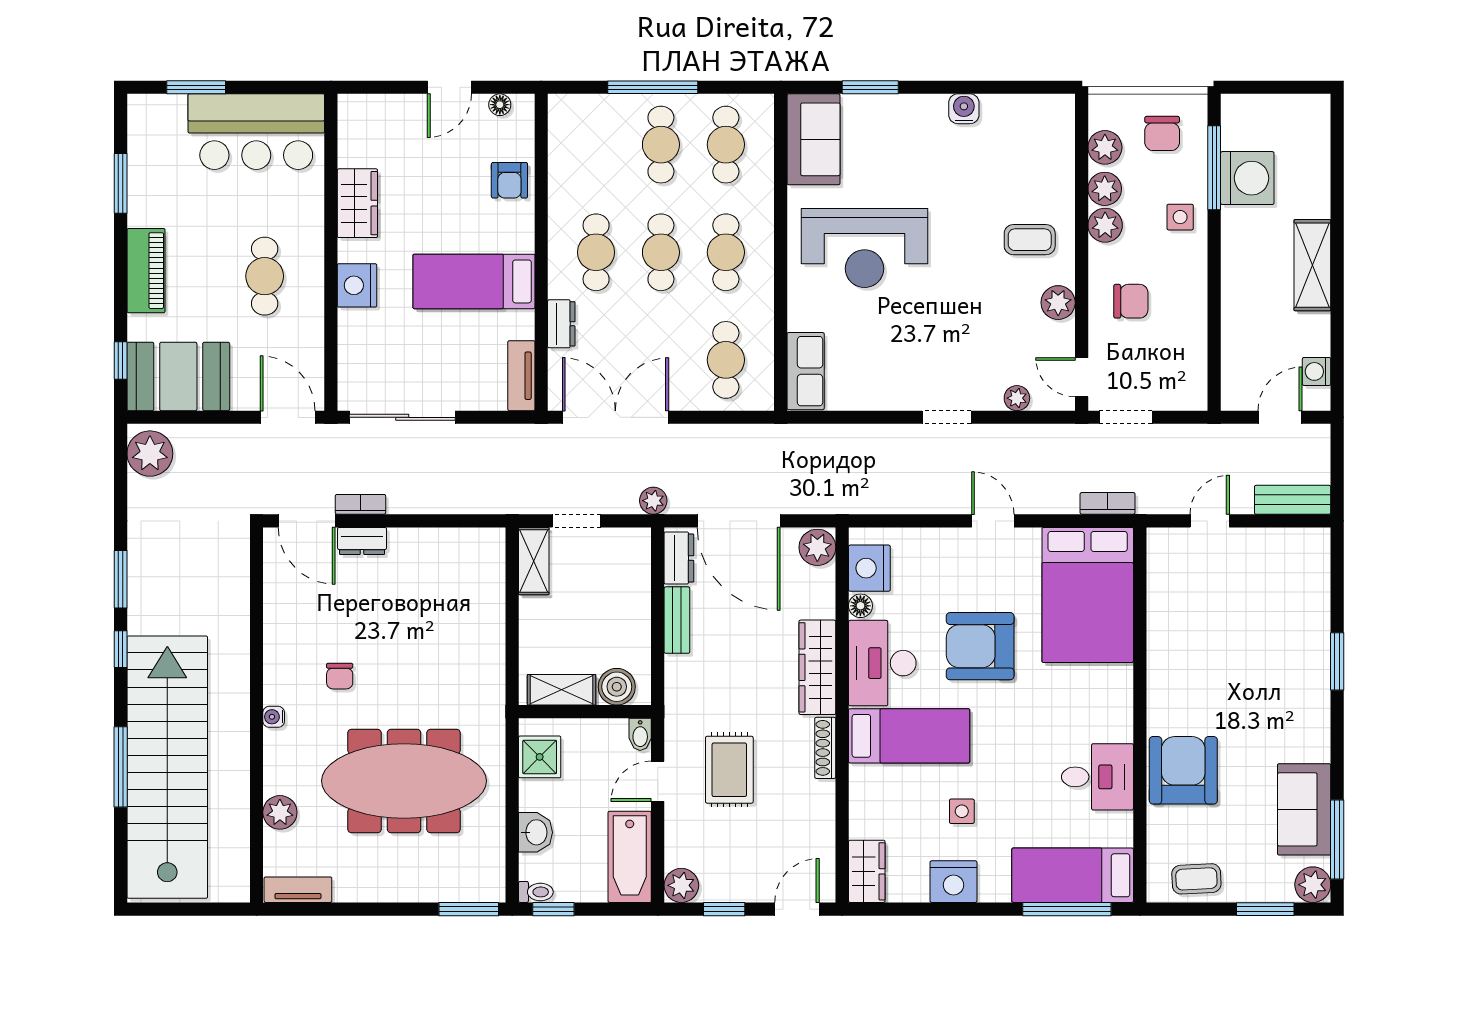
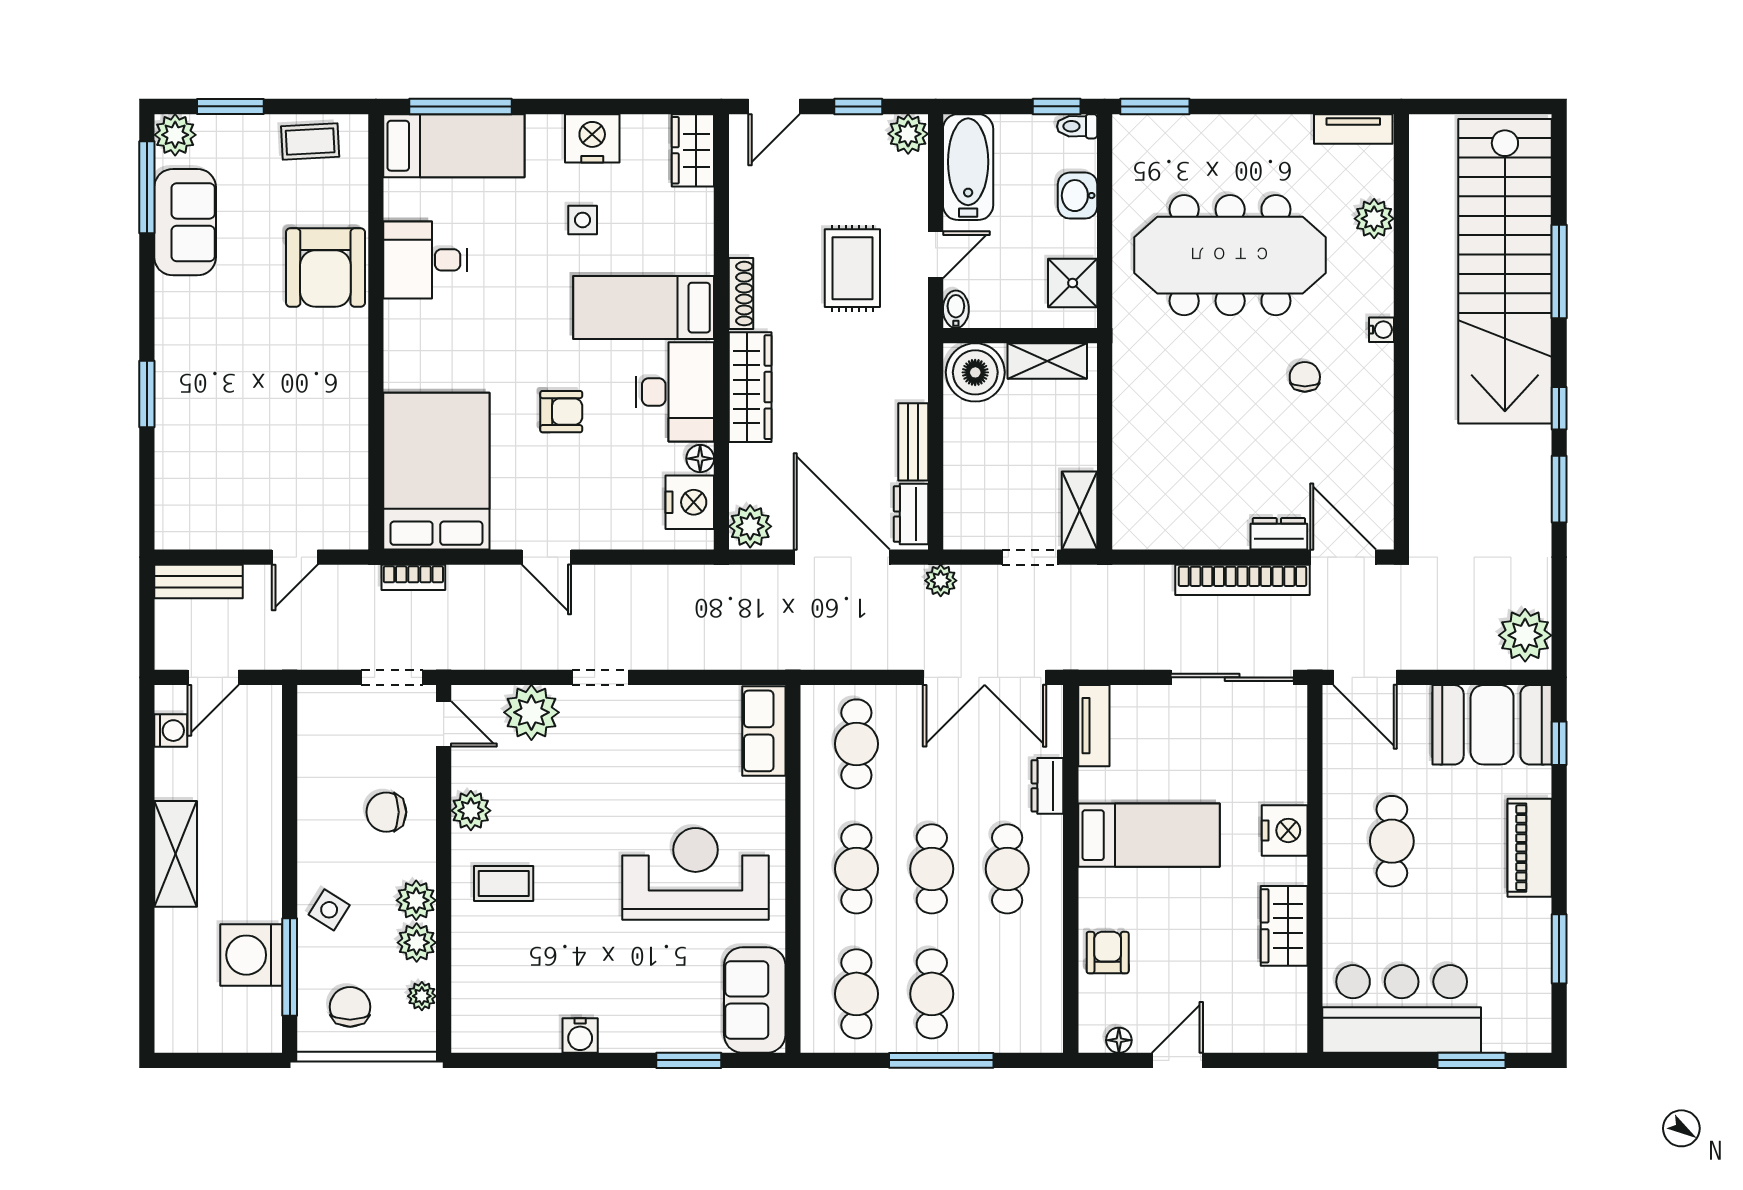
plant: (1105, 147) -> (422, 996), width x0.73, depth x0.73
side table: (1180, 217) -> (329, 910), turned 32
plant: (1017, 398) -> (531, 712), width x1.88, depth x1.88
bookcase: (360, 504) -> (1242, 580), width x2.31, depth x1.31
armchair: (980, 646) -> (561, 412), width x0.53, depth x0.53
boiler: (617, 687) -> (975, 372), width x1.37, depth x1.37

